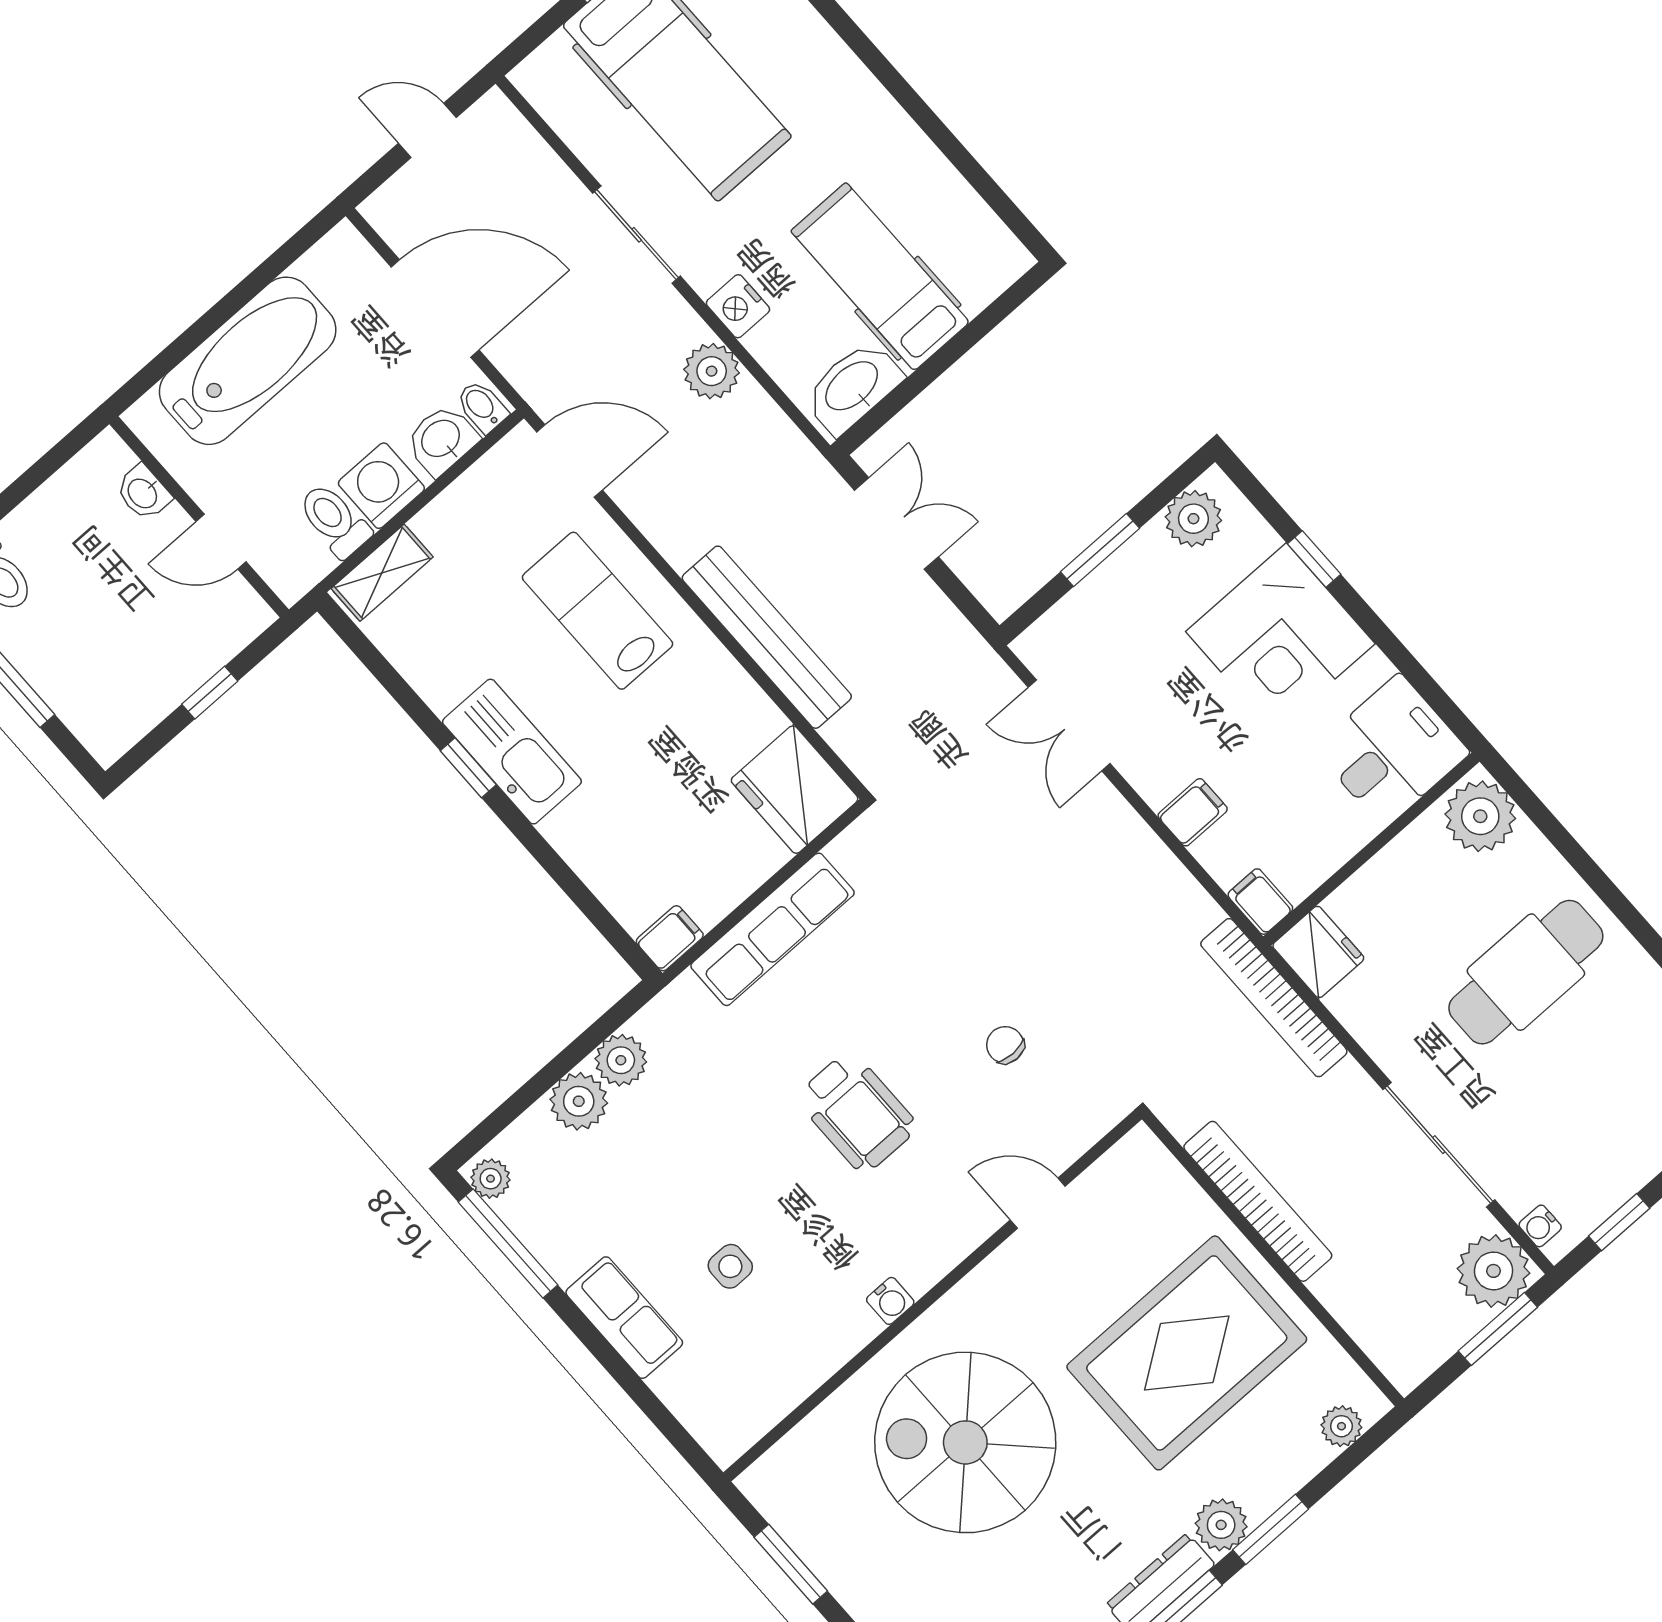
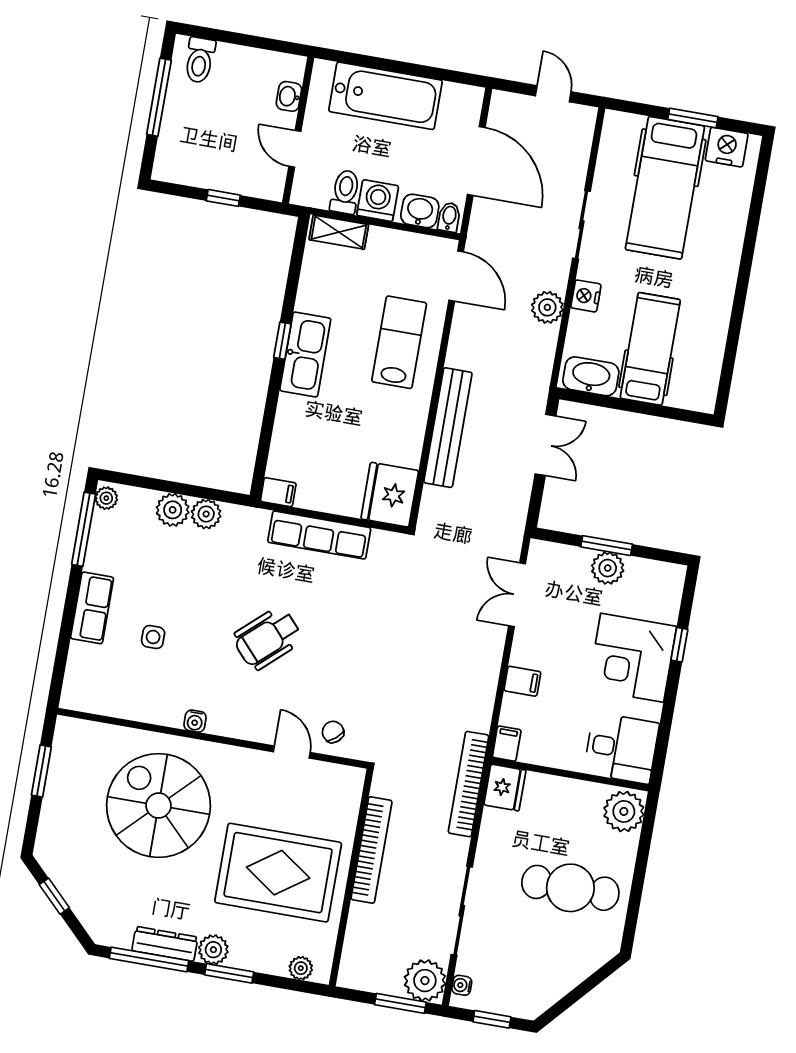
plant: (1193, 519) -> (608, 568), moved
chair: (1005, 1045) -> (333, 732), moved, turned -41
wheelchair: (857, 1112) -> (268, 638), turned 48

